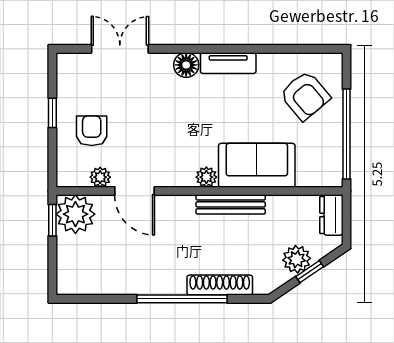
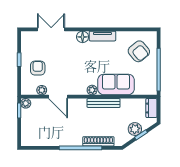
plant: (75, 214) -> (26, 103), width x0.53, depth x0.53

